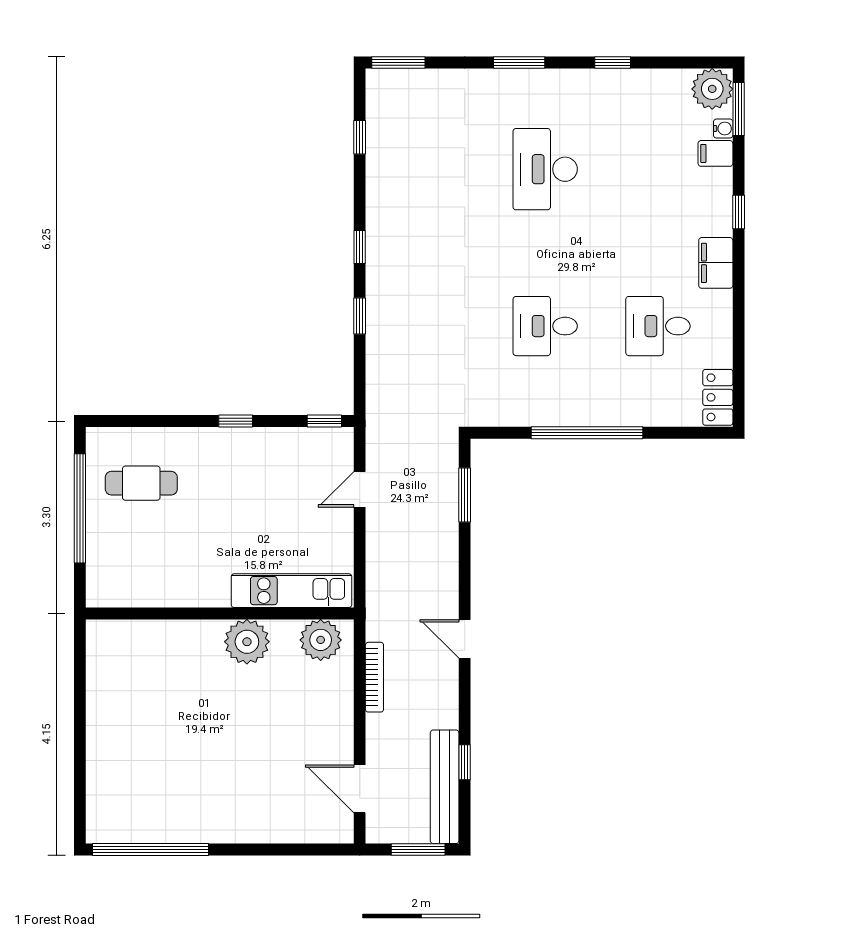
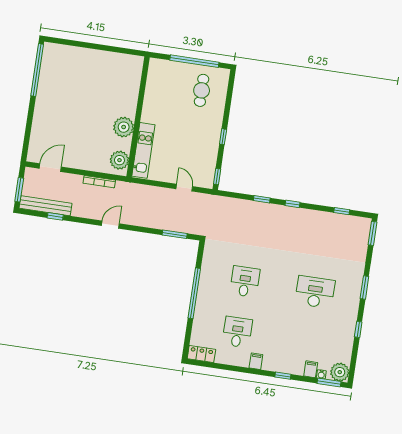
filing cabinet: (716, 263) -> (256, 361), width x0.50

